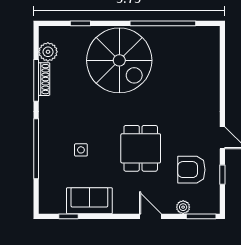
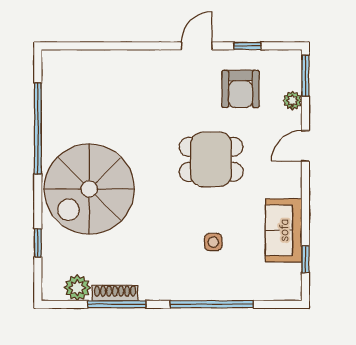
spiral stairs: (119, 60) -> (89, 189), turned 180

